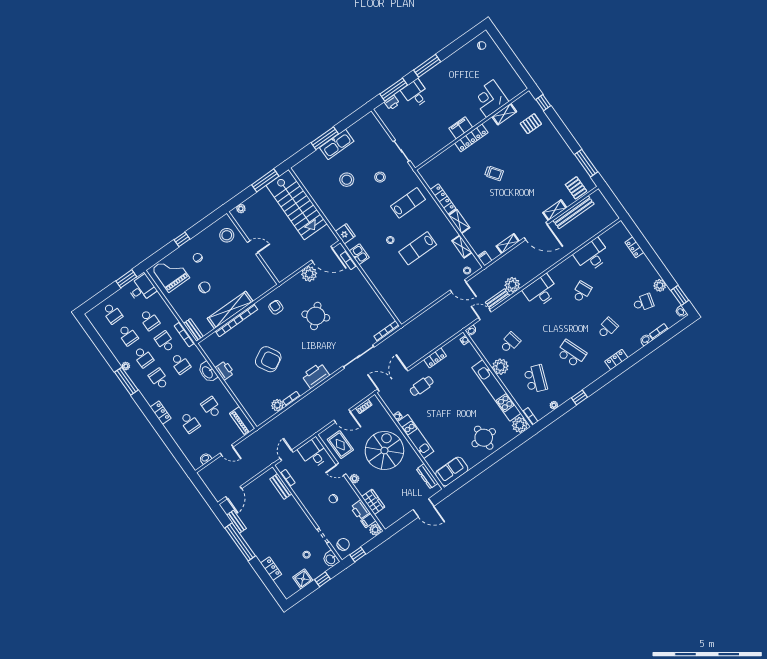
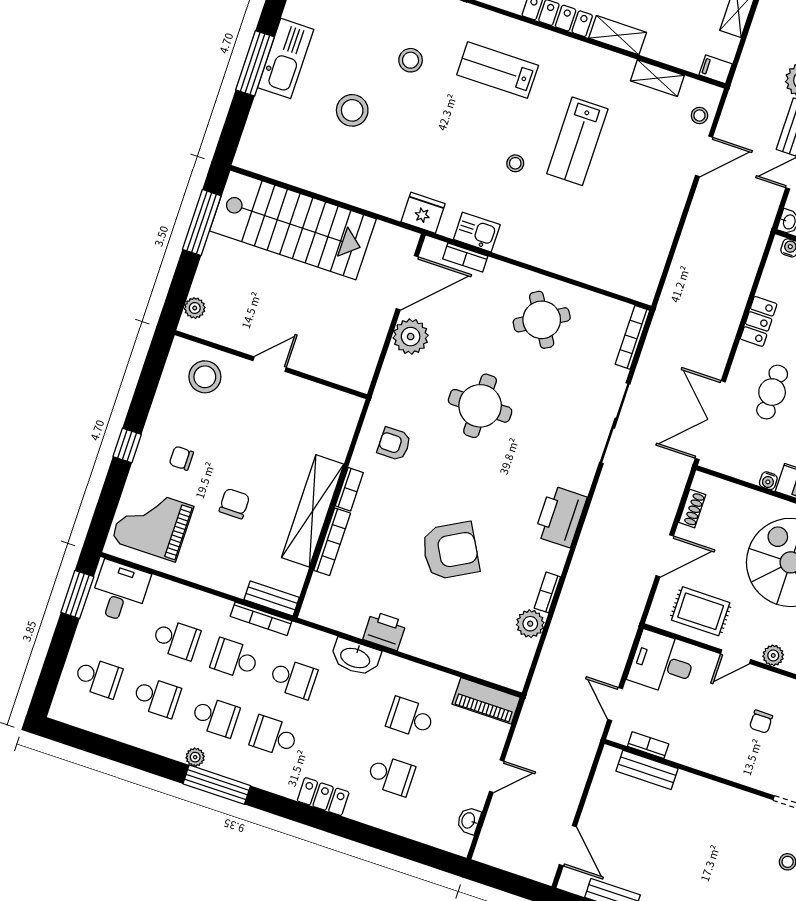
lab bench: (408, 203) -> (498, 70), turned -90
round table: (359, 302) -> (542, 320), added
round table: (316, 316) -> (480, 406), turned 45

